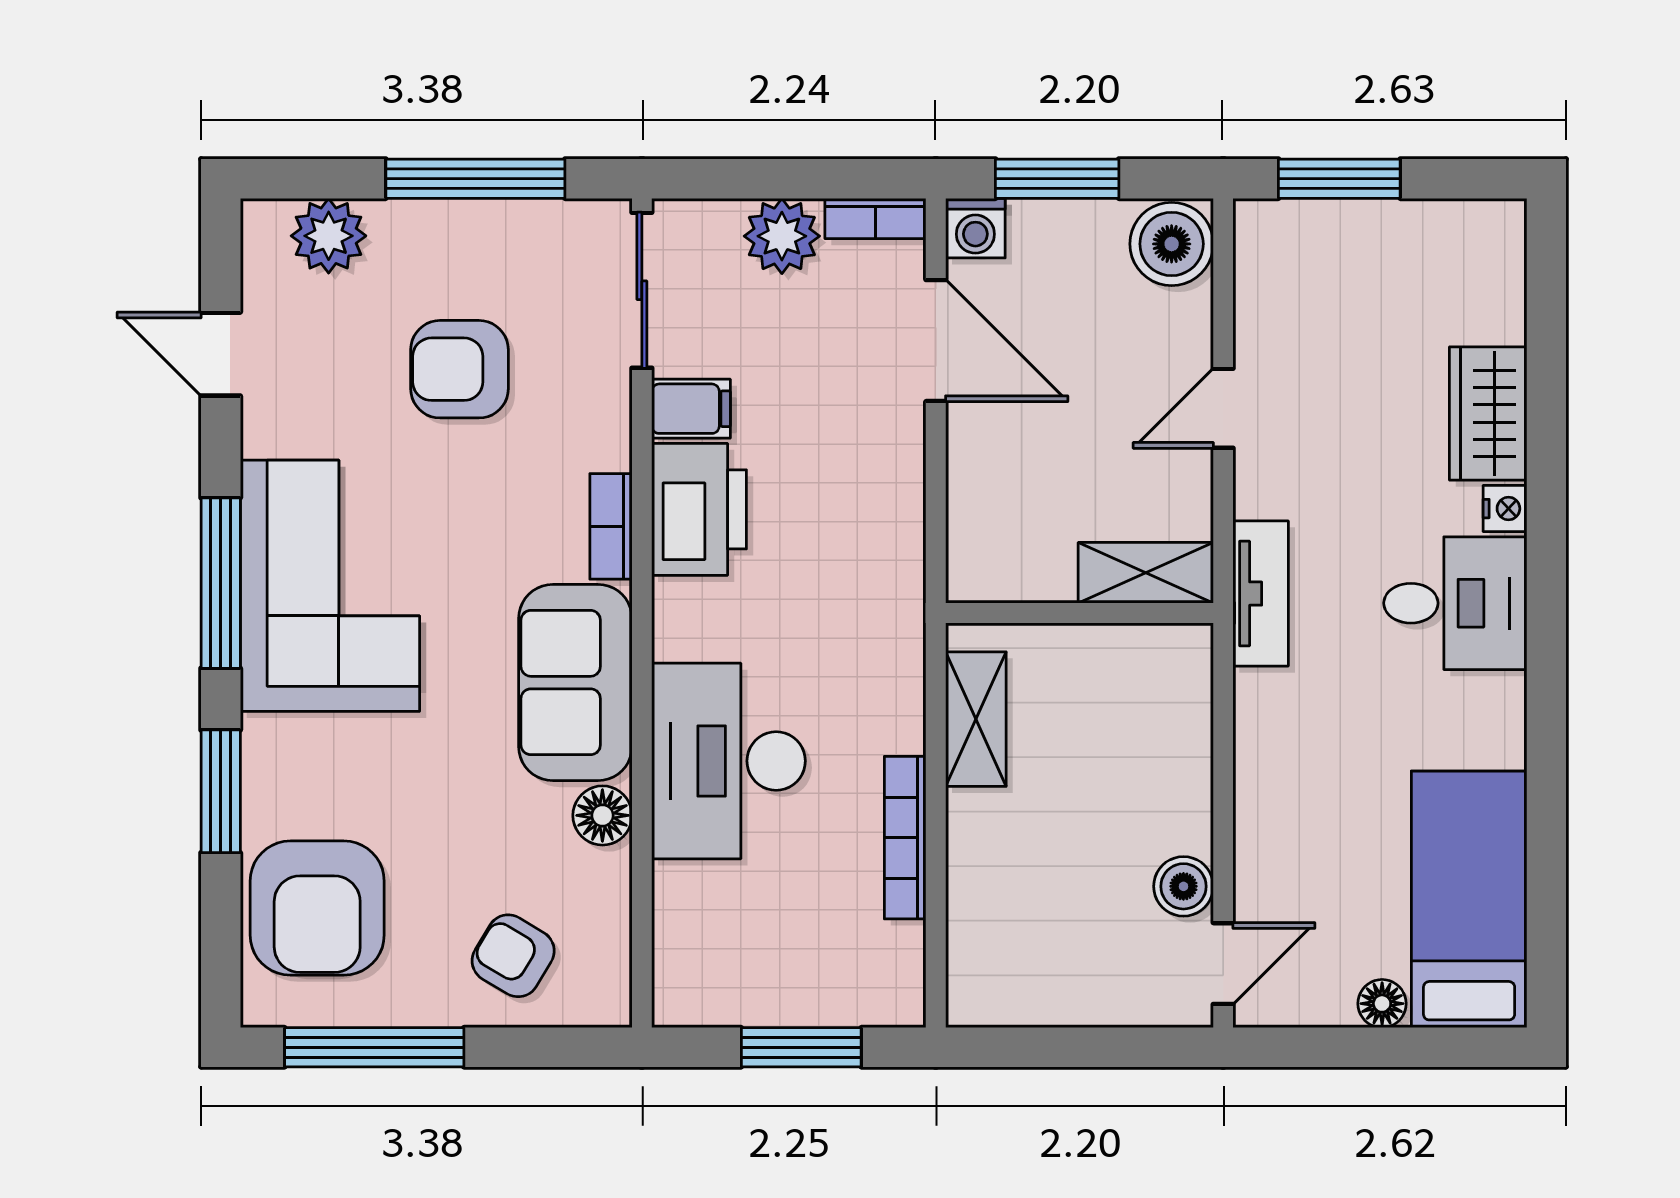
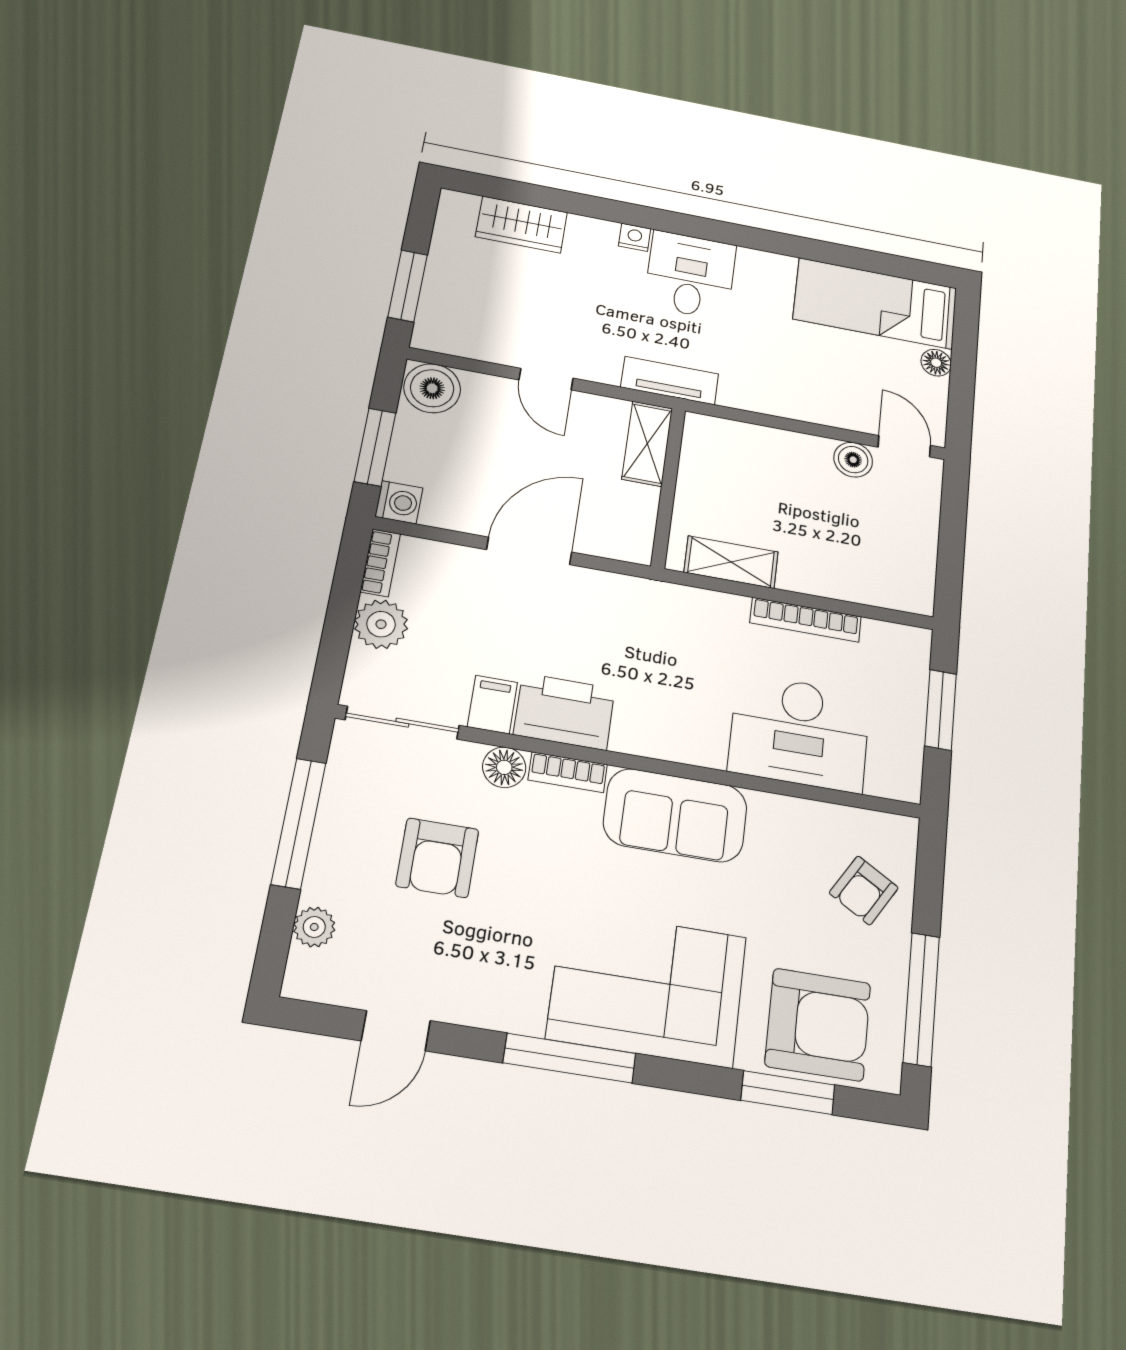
plant: (329, 236) -> (314, 927), width x0.73, depth x0.73
door: (936, 341) -> (529, 551), moved
wardrobe: (1488, 414) -> (521, 225), moved
corner sofa: (330, 586) -> (647, 987), moved
desk: (729, 761) -> (800, 733), moved
window: (221, 791) -> (788, 1093), moved
floor lamp: (602, 815) -> (504, 767), moved

